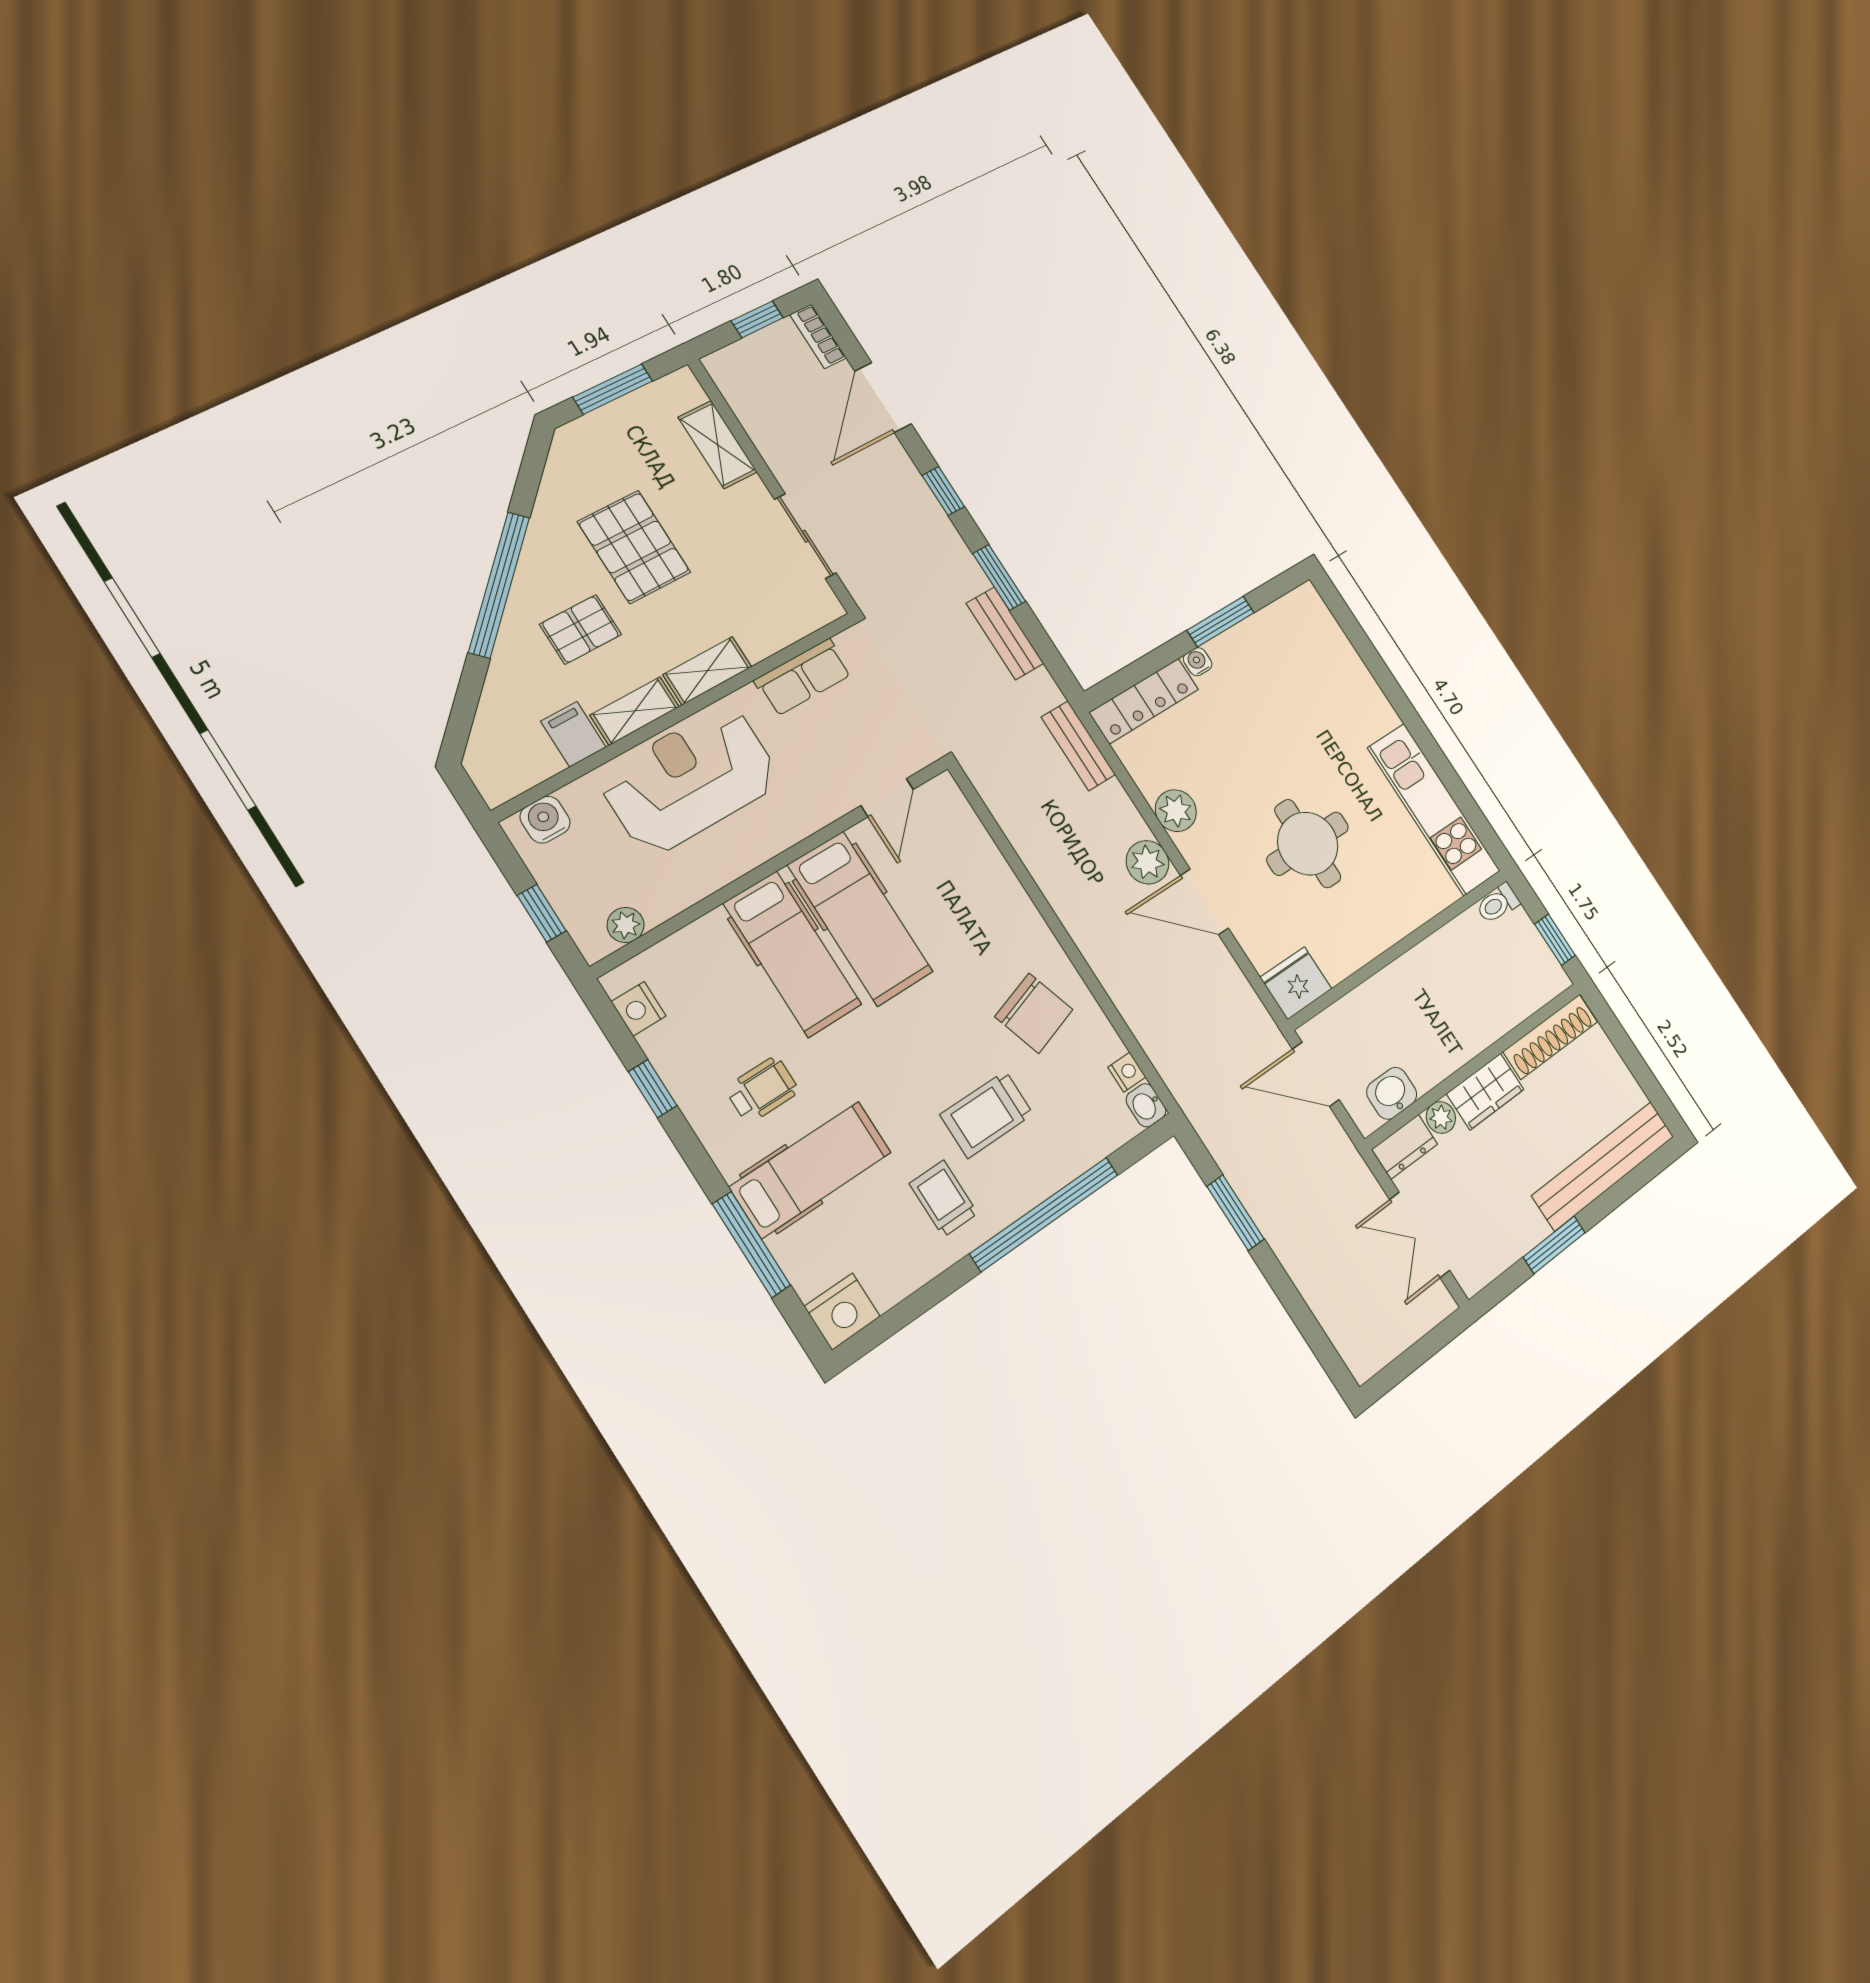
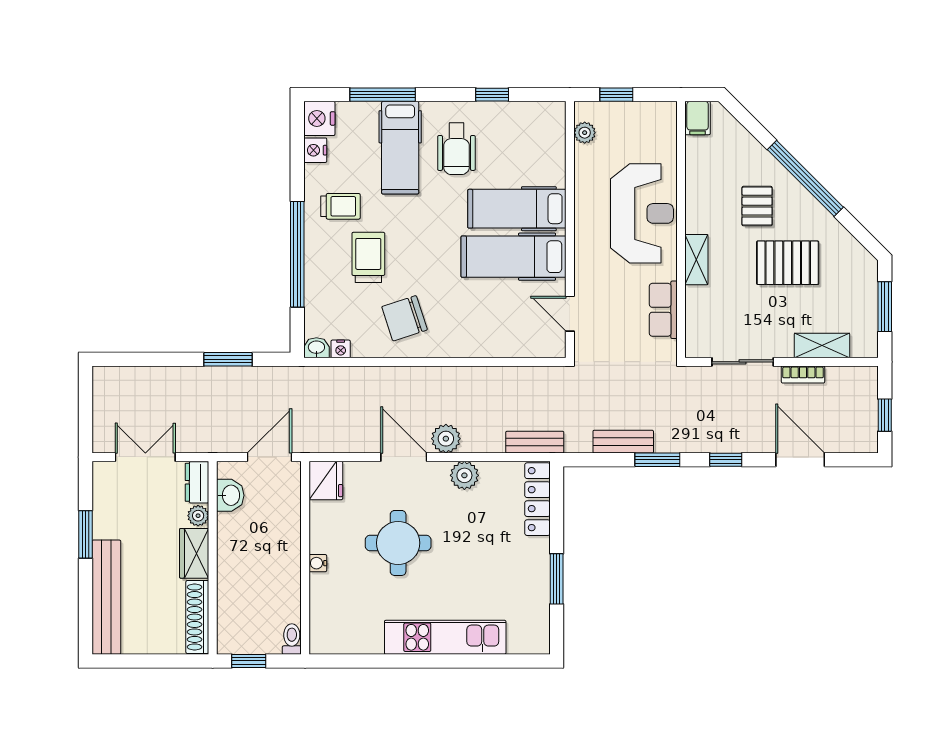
bookcase: (818, 336) -> (803, 375), moved, turned 180
water cooler: (1198, 662) -> (318, 563), moved, turned 180
shelving: (635, 711) -> (696, 207), removed
filing cabinet: (573, 734) -> (698, 118), moved, turned 90
kitchen unit: (1434, 809) -> (445, 637), moved
water cooler: (545, 820) -> (664, 126), removed
door: (1204, 902) -> (404, 457), hinge flipped
nightstand: (639, 1009) -> (315, 150), moved, turned -90
wheelchair: (762, 1090) -> (456, 149), width x1.36, depth x1.37

